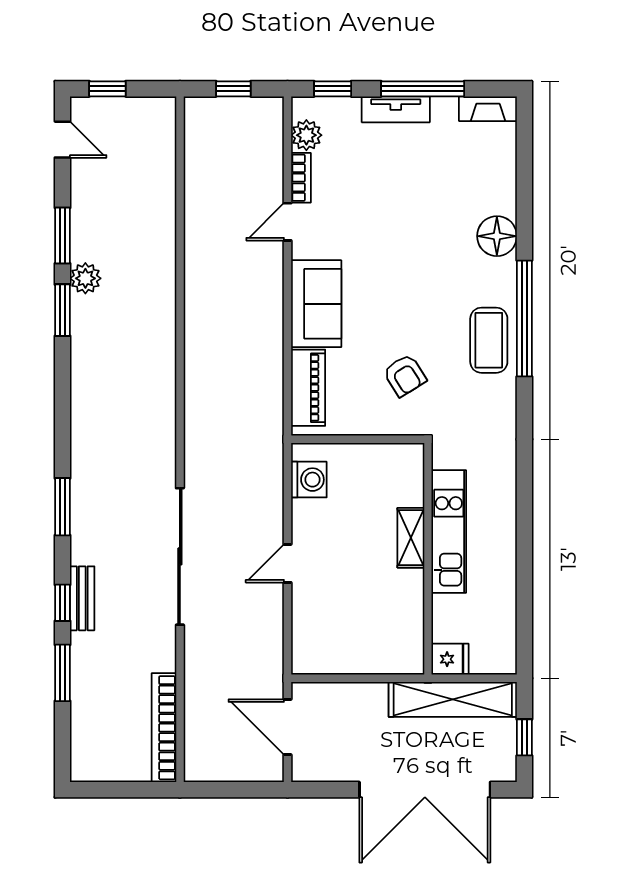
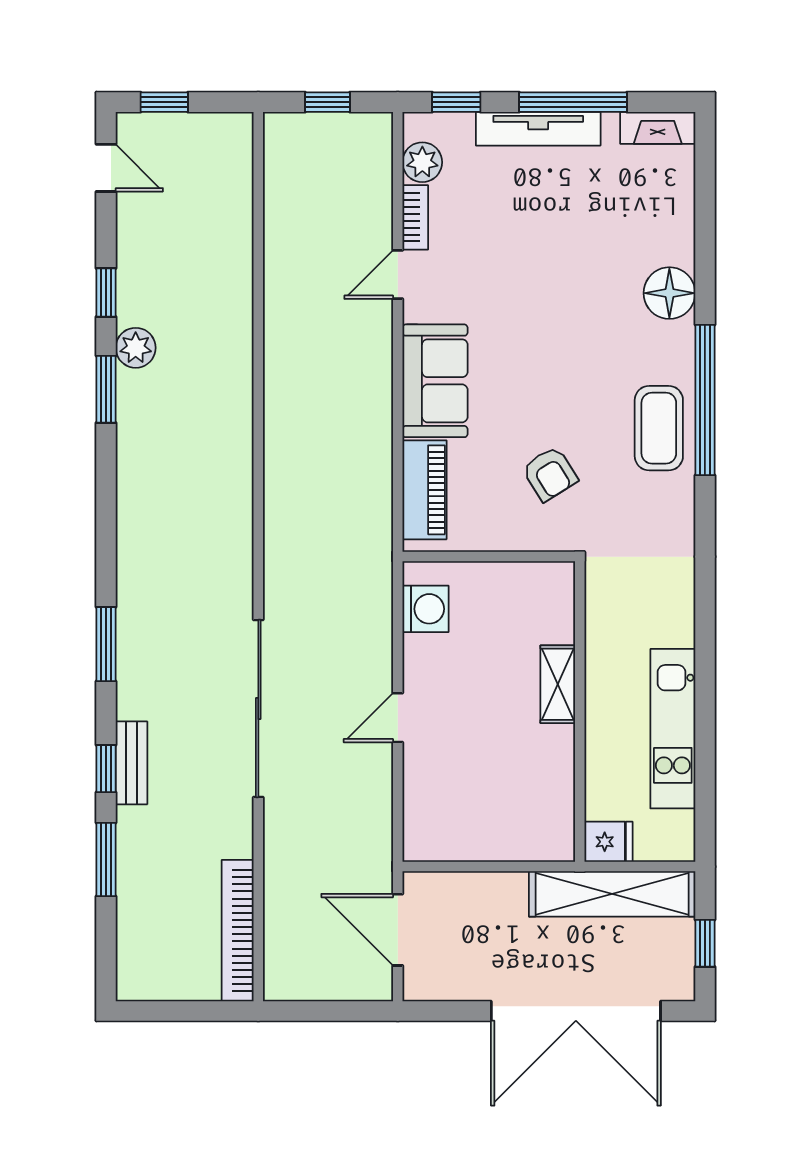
tv unit: (396, 109) -> (538, 129), width x1.41
window: (63, 236) -> (106, 292), width x0.67
kitchen unit: (449, 531) -> (673, 729), moved, turned 180

